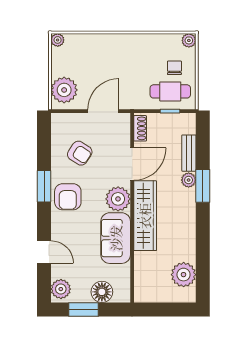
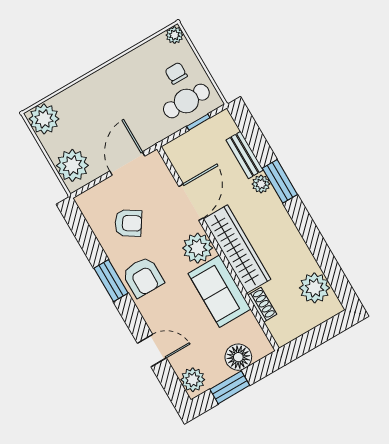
plant: (58, 40) -> (44, 119), width x1.88, depth x1.88
shoe rack: (140, 128) -> (262, 305), moved

